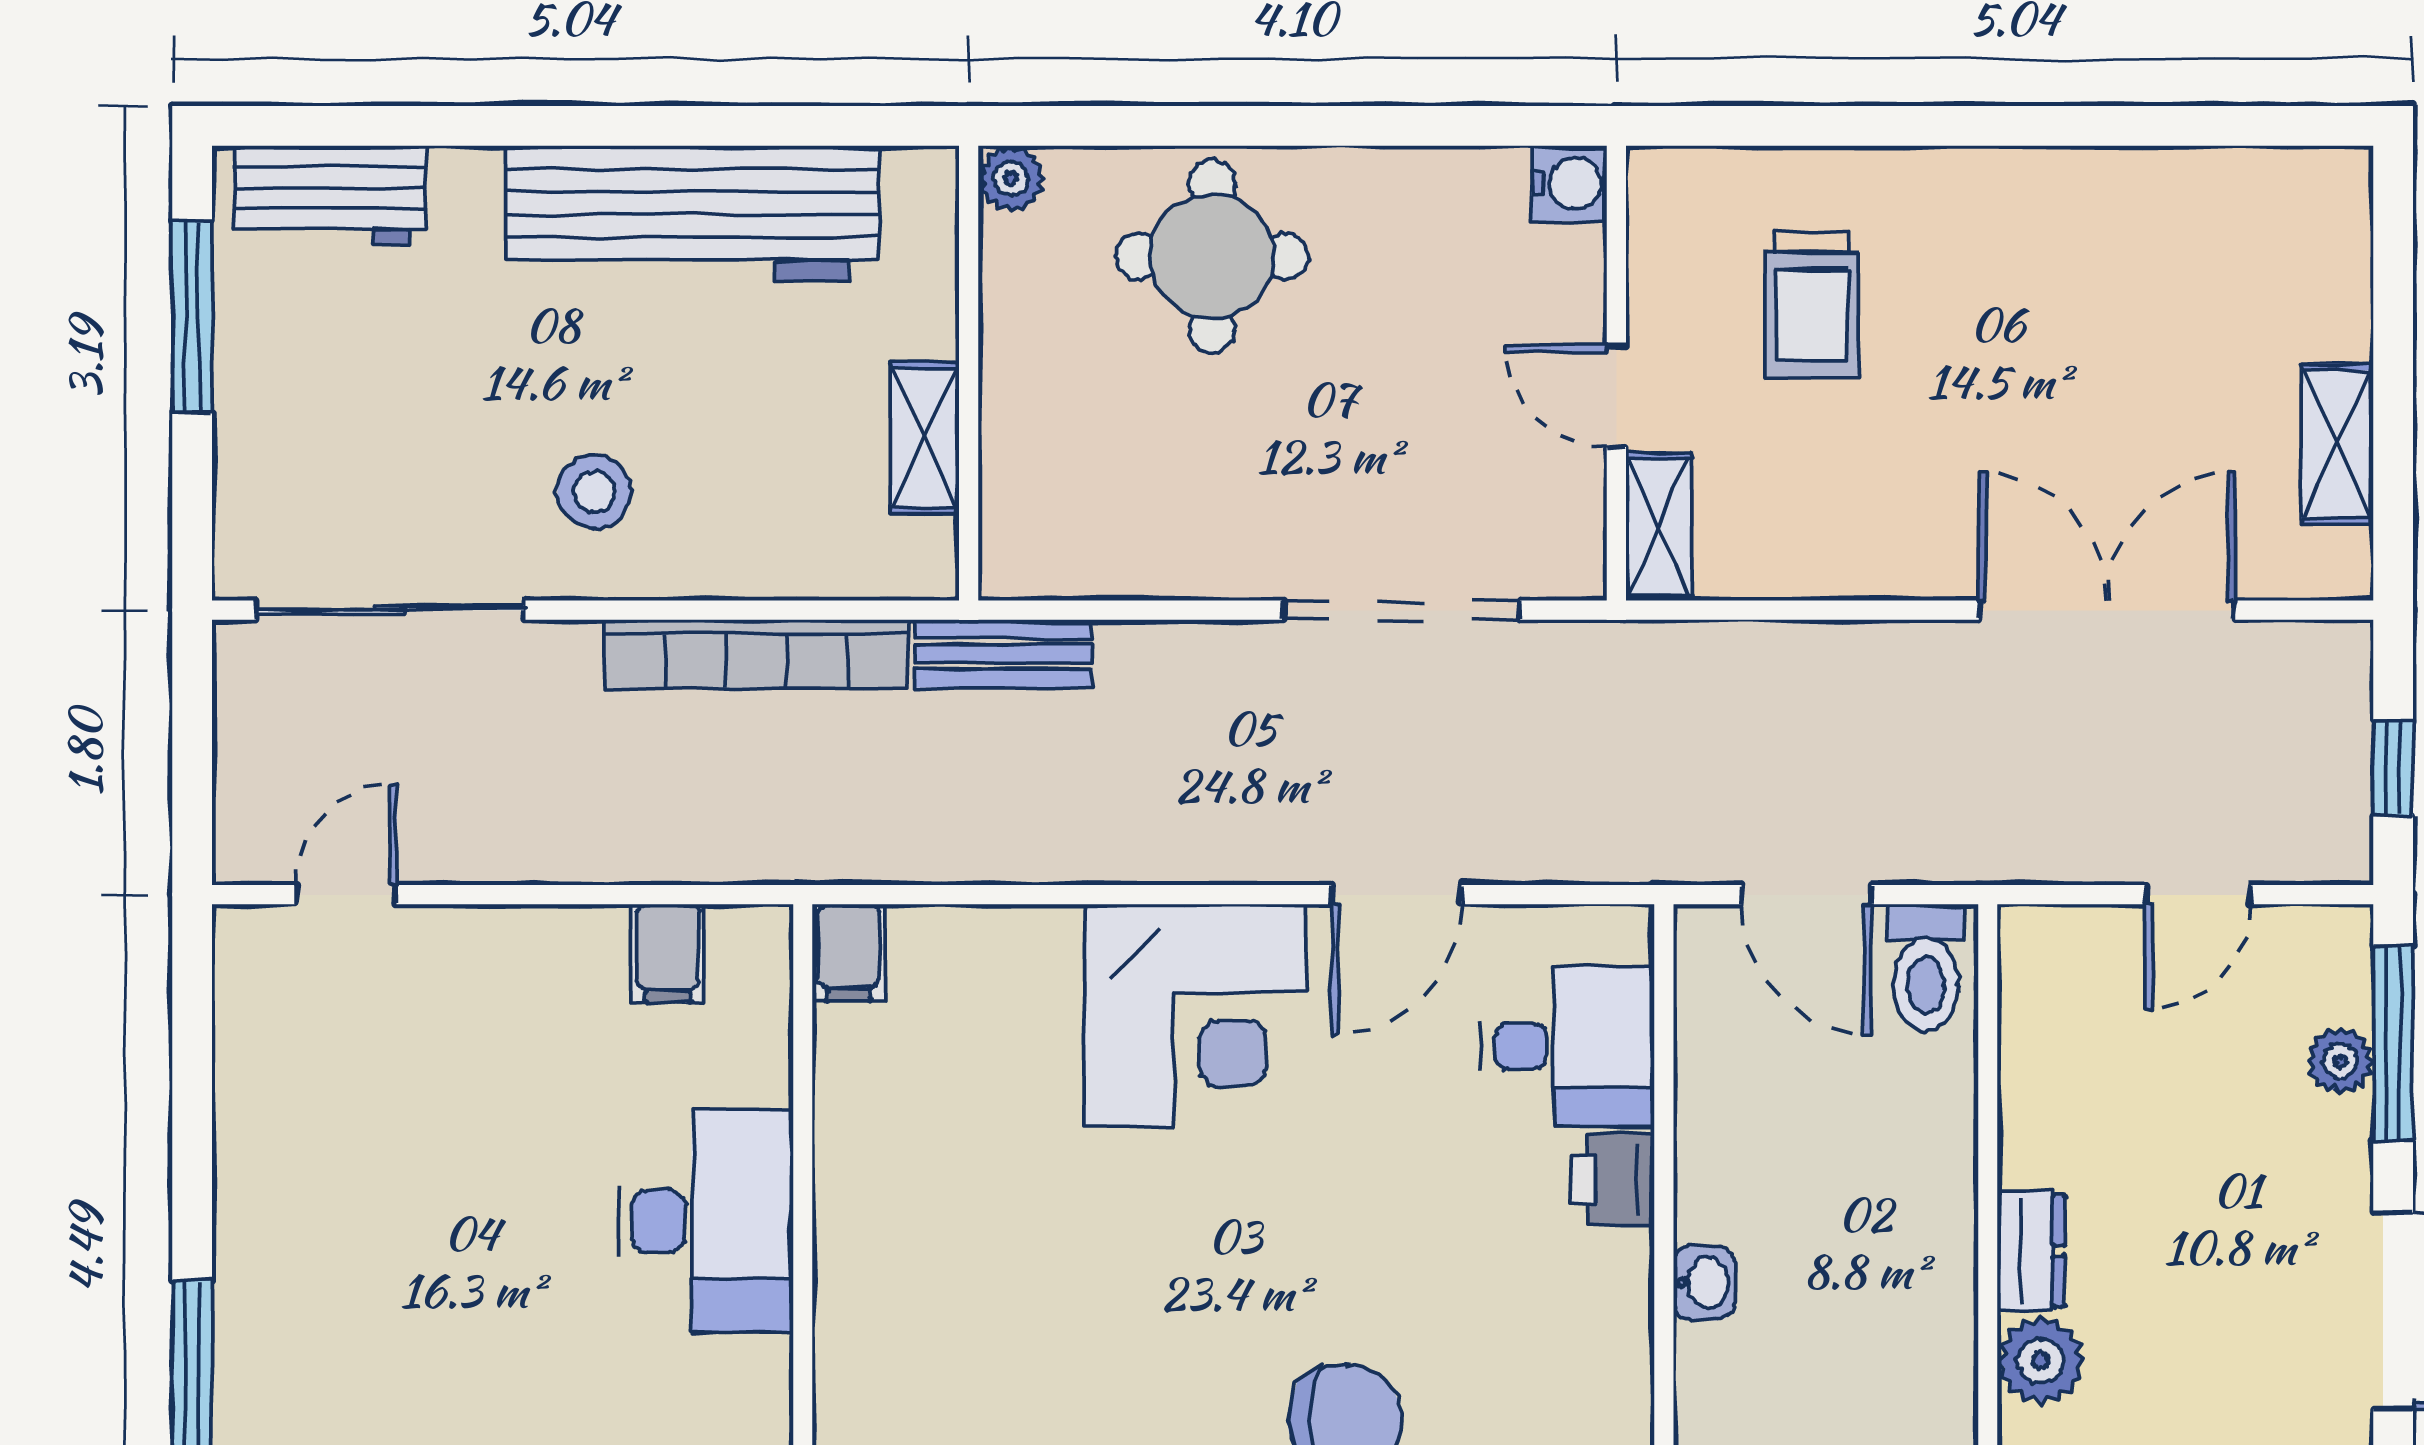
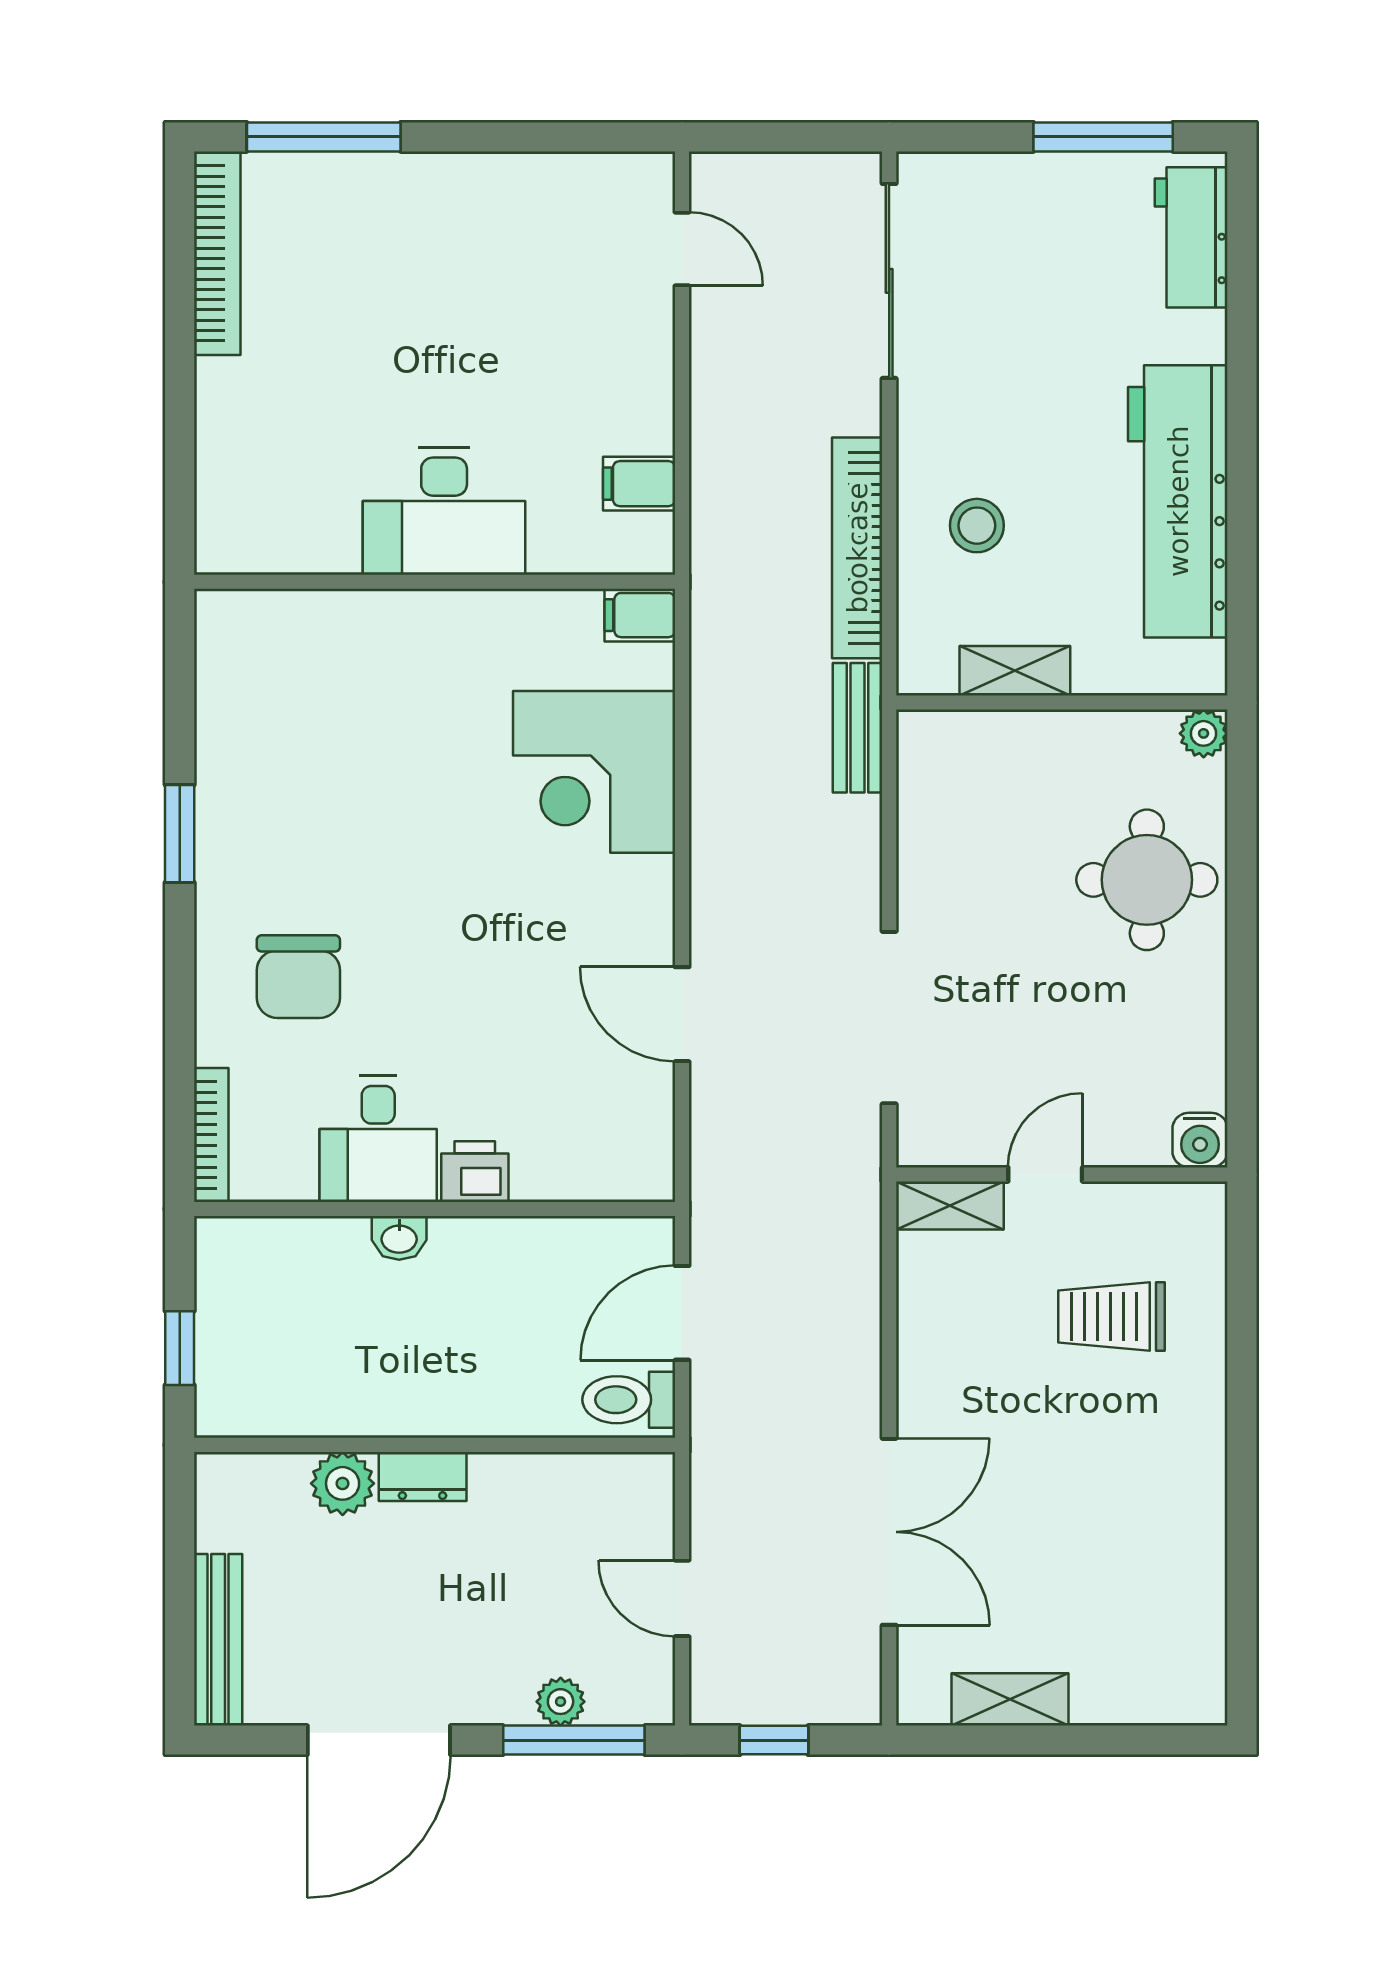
stool: (594, 492) -> (977, 526), moved
corner desk: (1195, 1015) -> (594, 772), moved
desk: (1568, 1046) -> (378, 1139), moved

